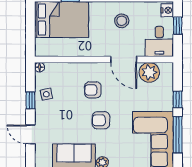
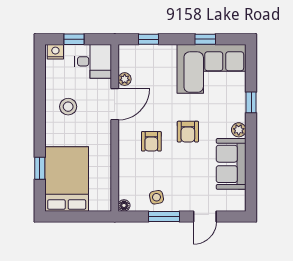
plant: (149, 72) -> (125, 79), width x0.53, depth x0.53
window: (178, 99) -> (148, 39), moved
window: (30, 100) -> (164, 216), width x1.50
window: (178, 135) -> (205, 39), width x0.46

